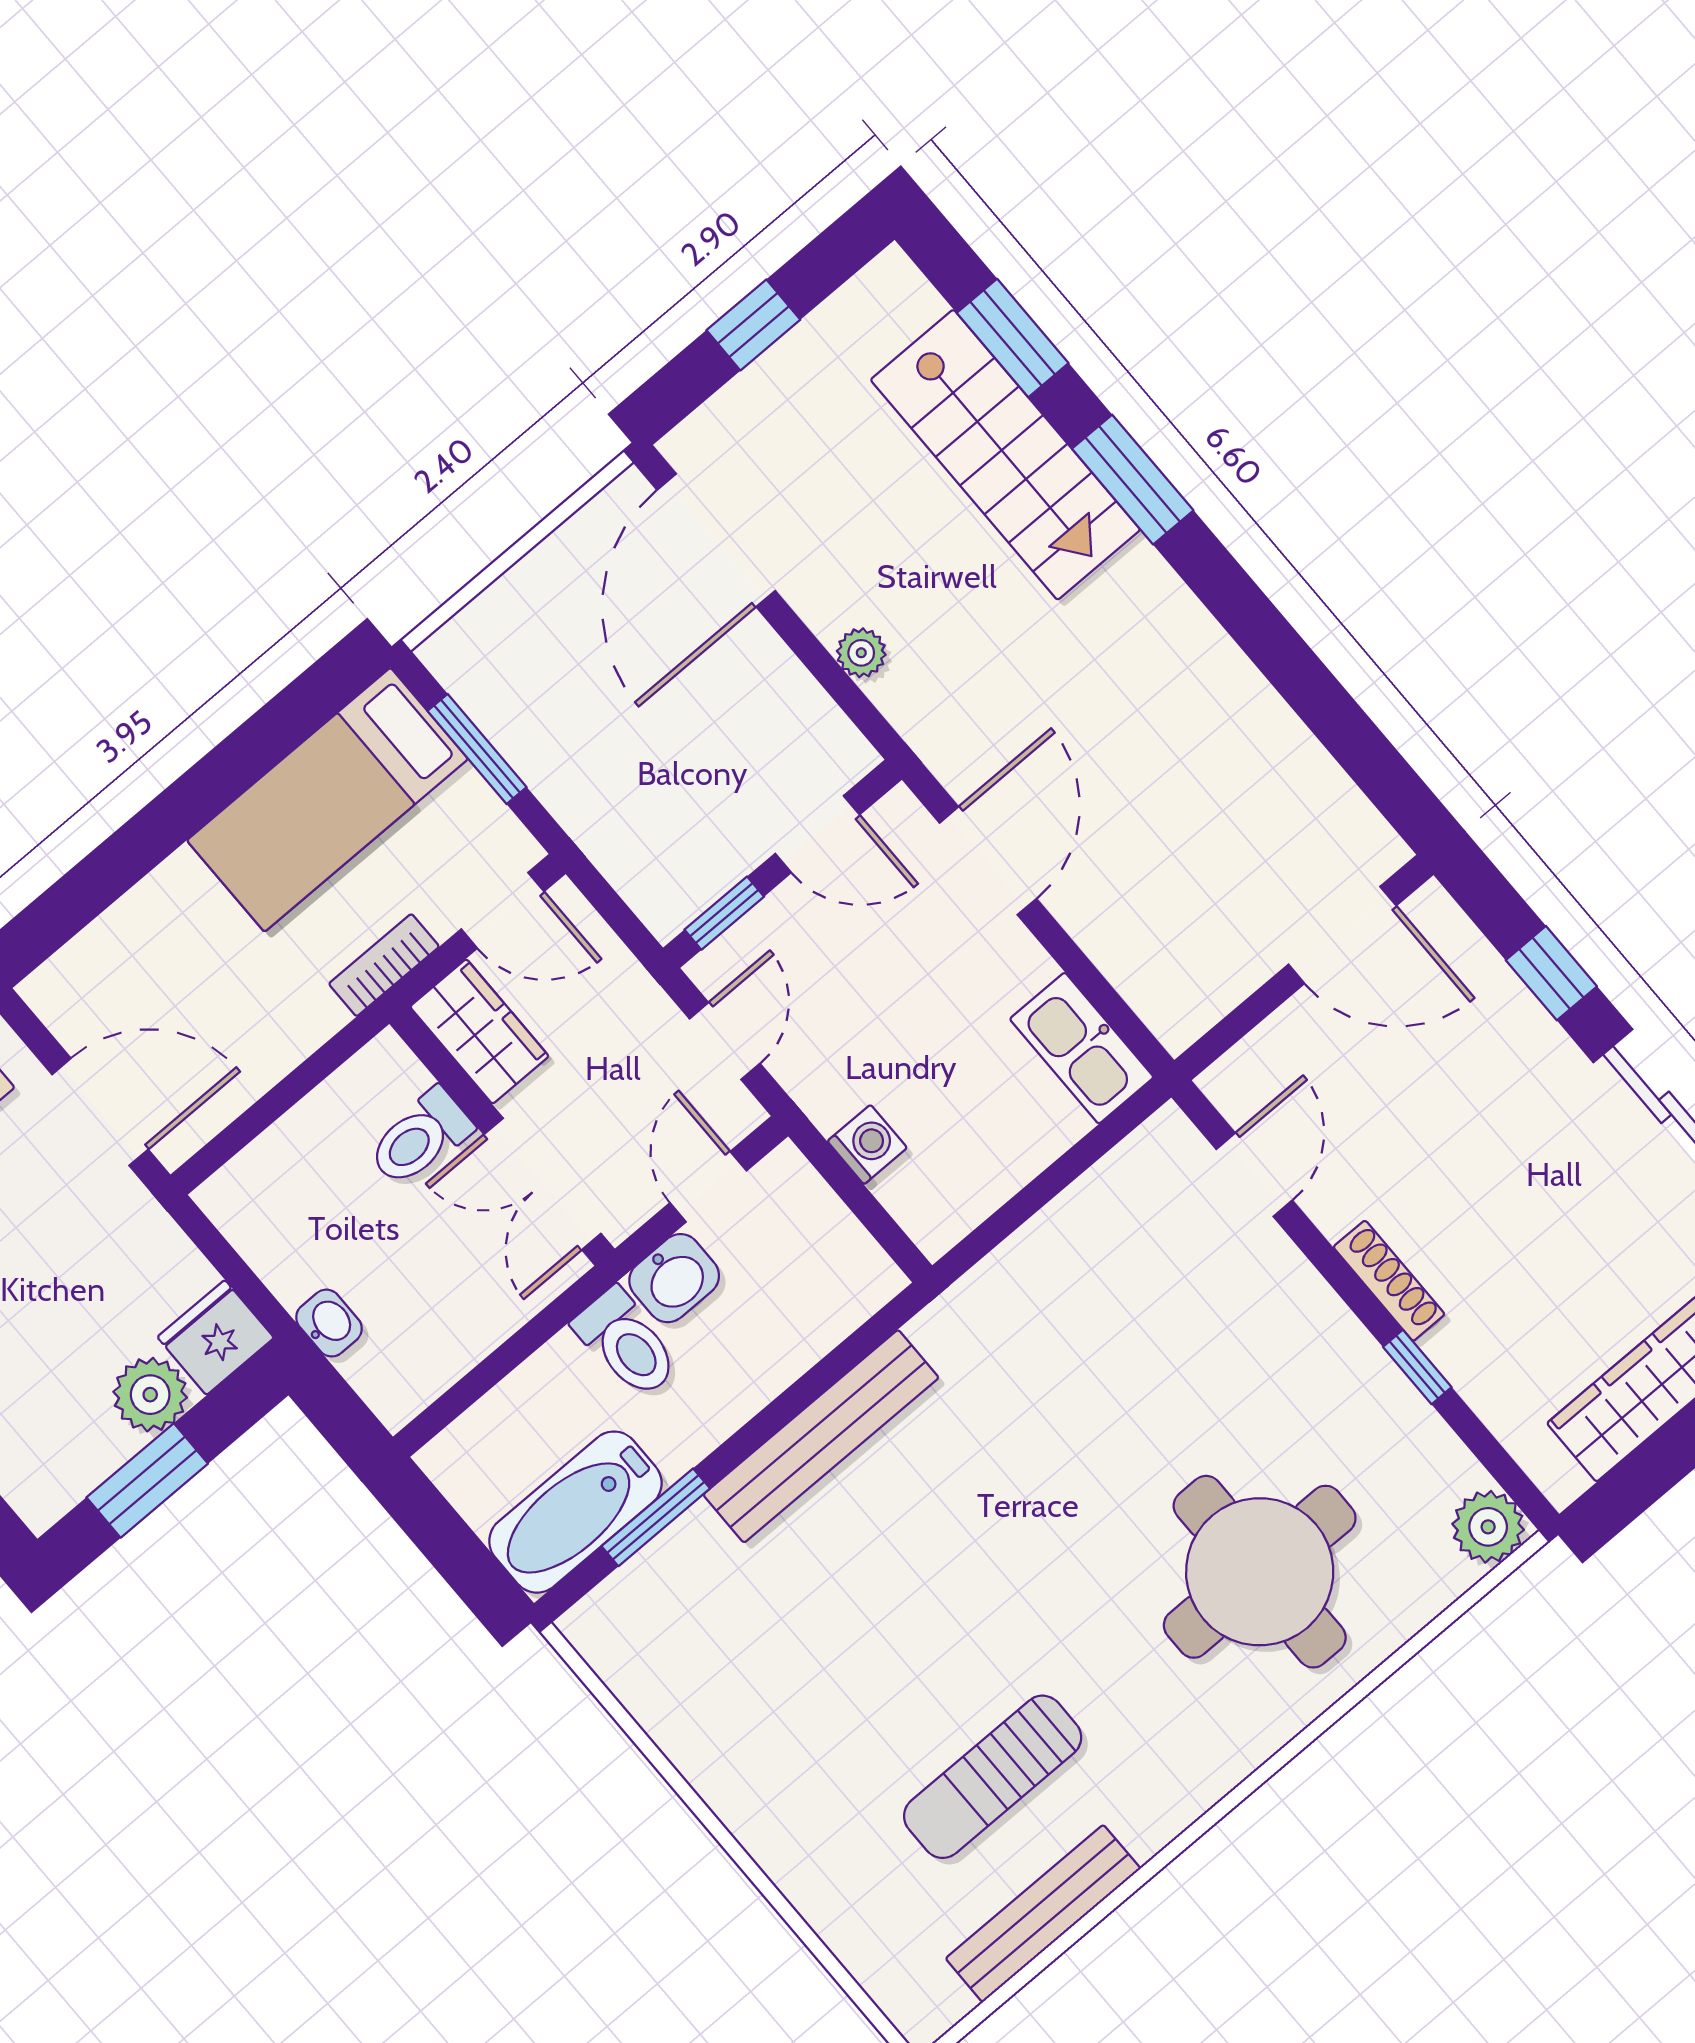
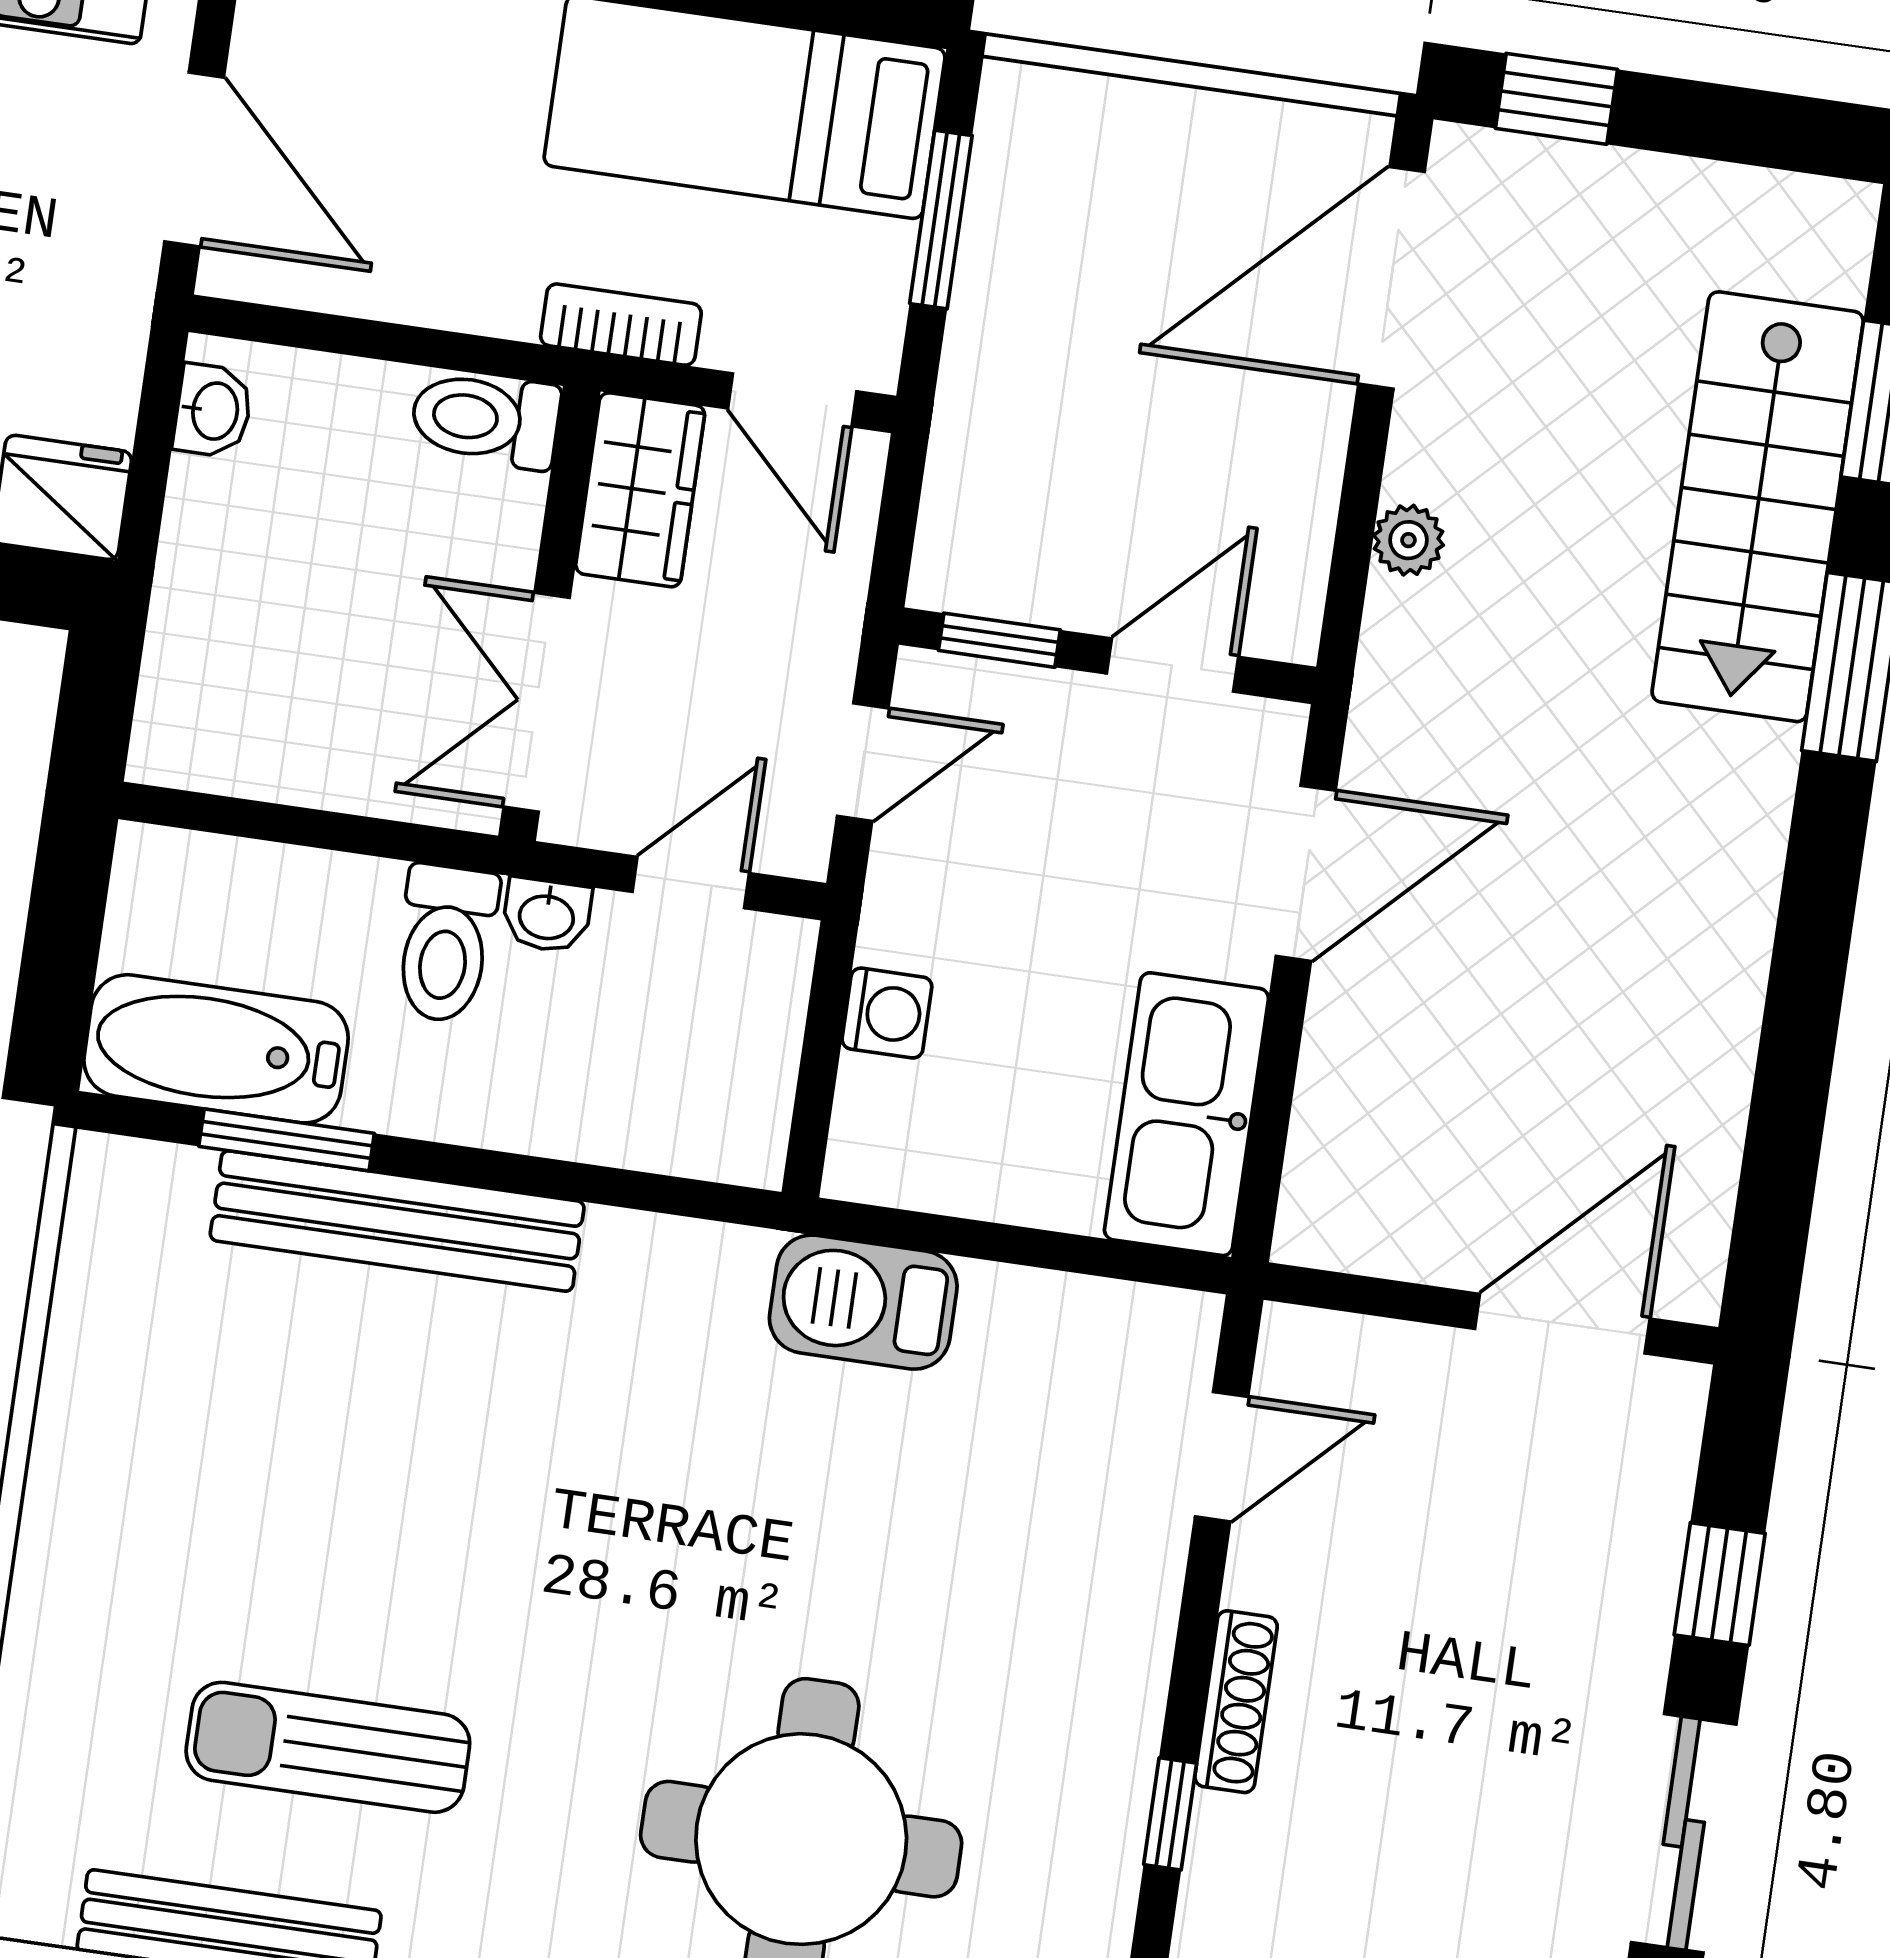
window: (753, 325) -> (1556, 99), moved
door: (817, 834) -> (1172, 665), swing flipped
door: (1342, 935) -> (1562, 1324), swing flipped
kitchen sink: (1082, 1048) -> (1186, 1114), width x1.36, depth x1.24
toilet: (420, 1138) -> (485, 419), moved
washbasin: (674, 1278) -> (547, 915), width x0.72, depth x0.69
barbecue: (1007, 1291) -> (863, 1302), added
washbasin: (329, 1323) -> (213, 411), moved
bench: (821, 1436) -> (397, 1221), moved

